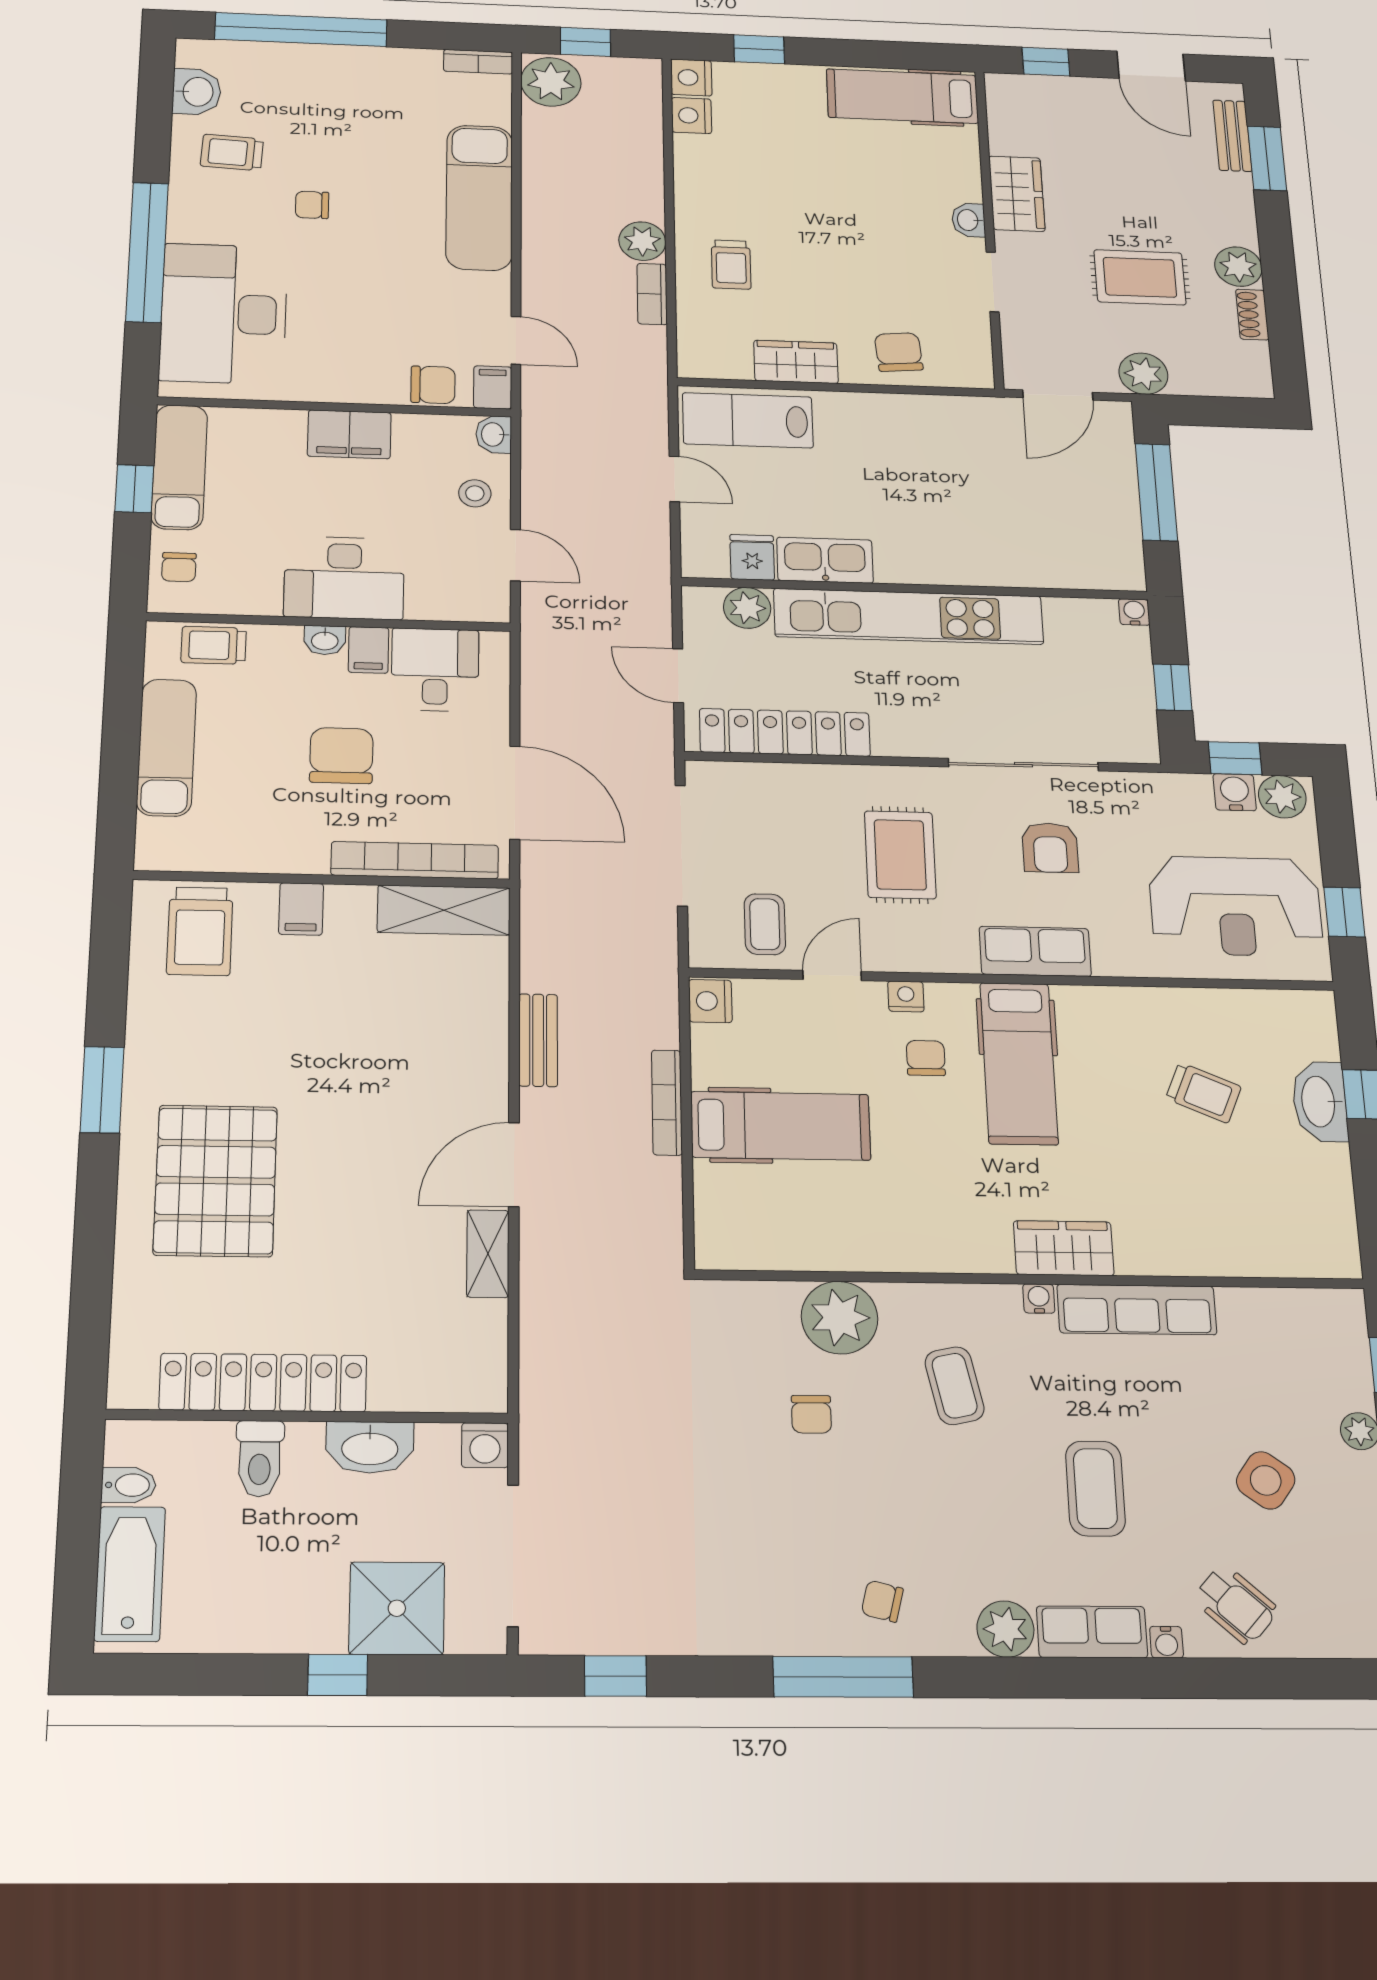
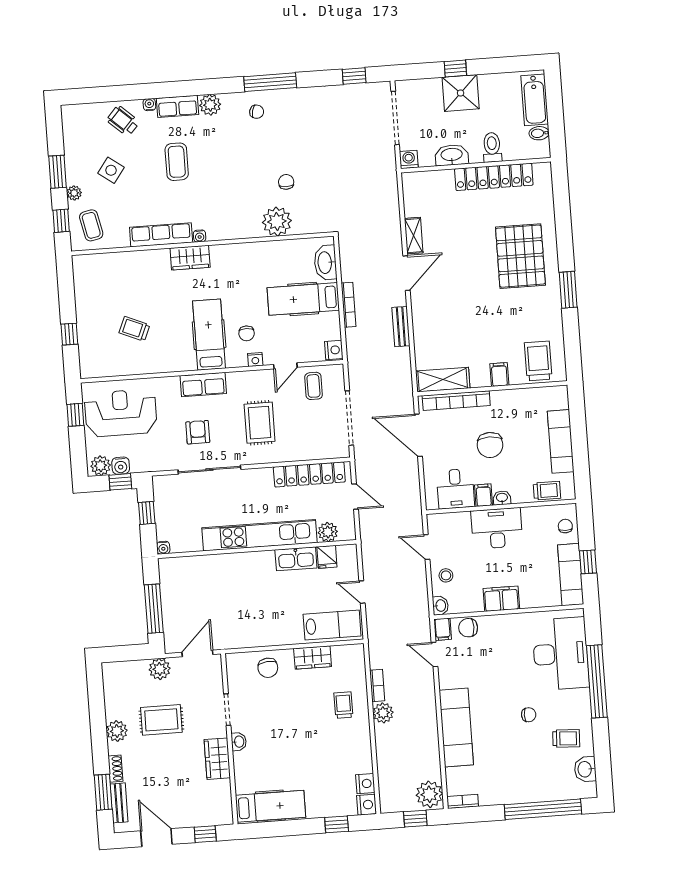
shoe rack: (1252, 315) -> (115, 769), moved
washbasin: (1320, 1102) -> (325, 263), moved, turned 180
coffee table: (955, 1386) -> (91, 225), moved
shower: (397, 1608) -> (461, 93), moved

